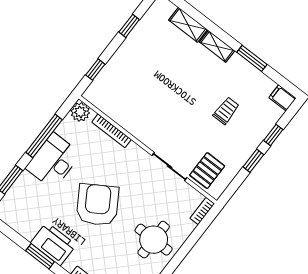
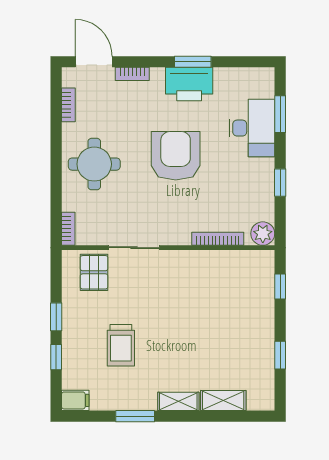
trolley: (226, 111) -> (121, 345), width x1.36, depth x1.39
window: (44, 136) -> (280, 183), width x0.46
desk: (53, 161) -> (252, 128), moved
armchair: (98, 205) -> (176, 156), turned -148

